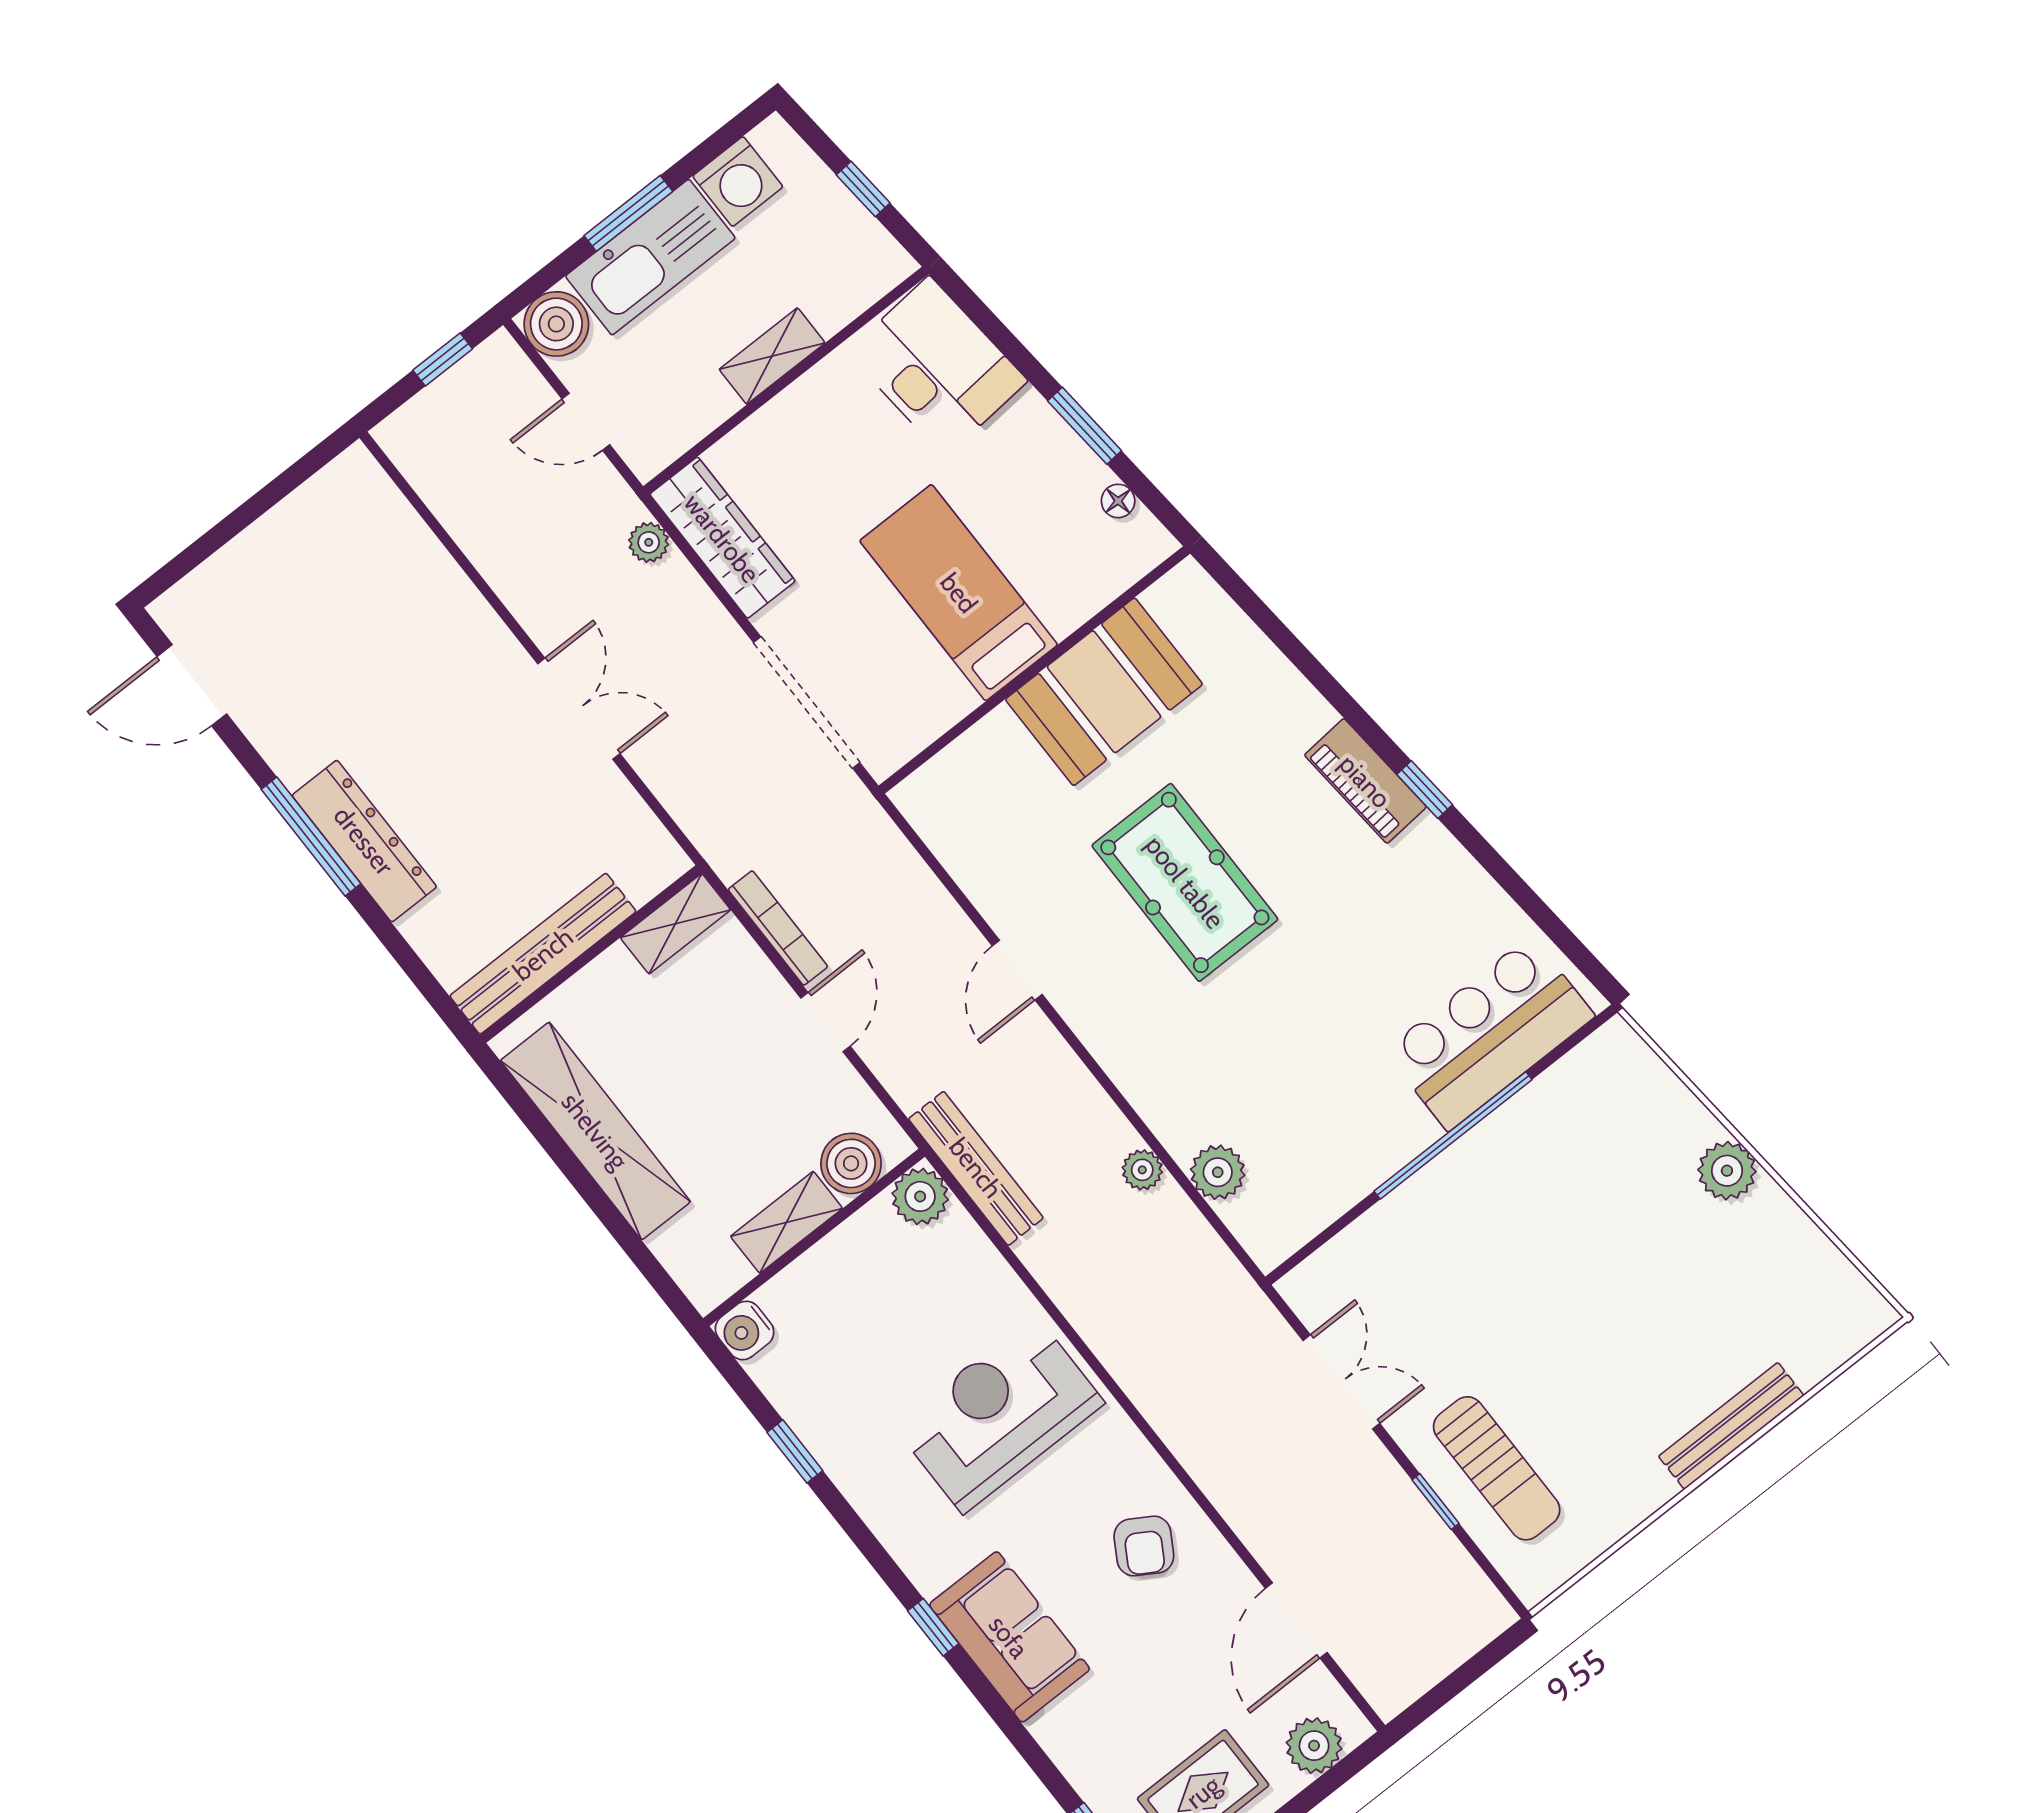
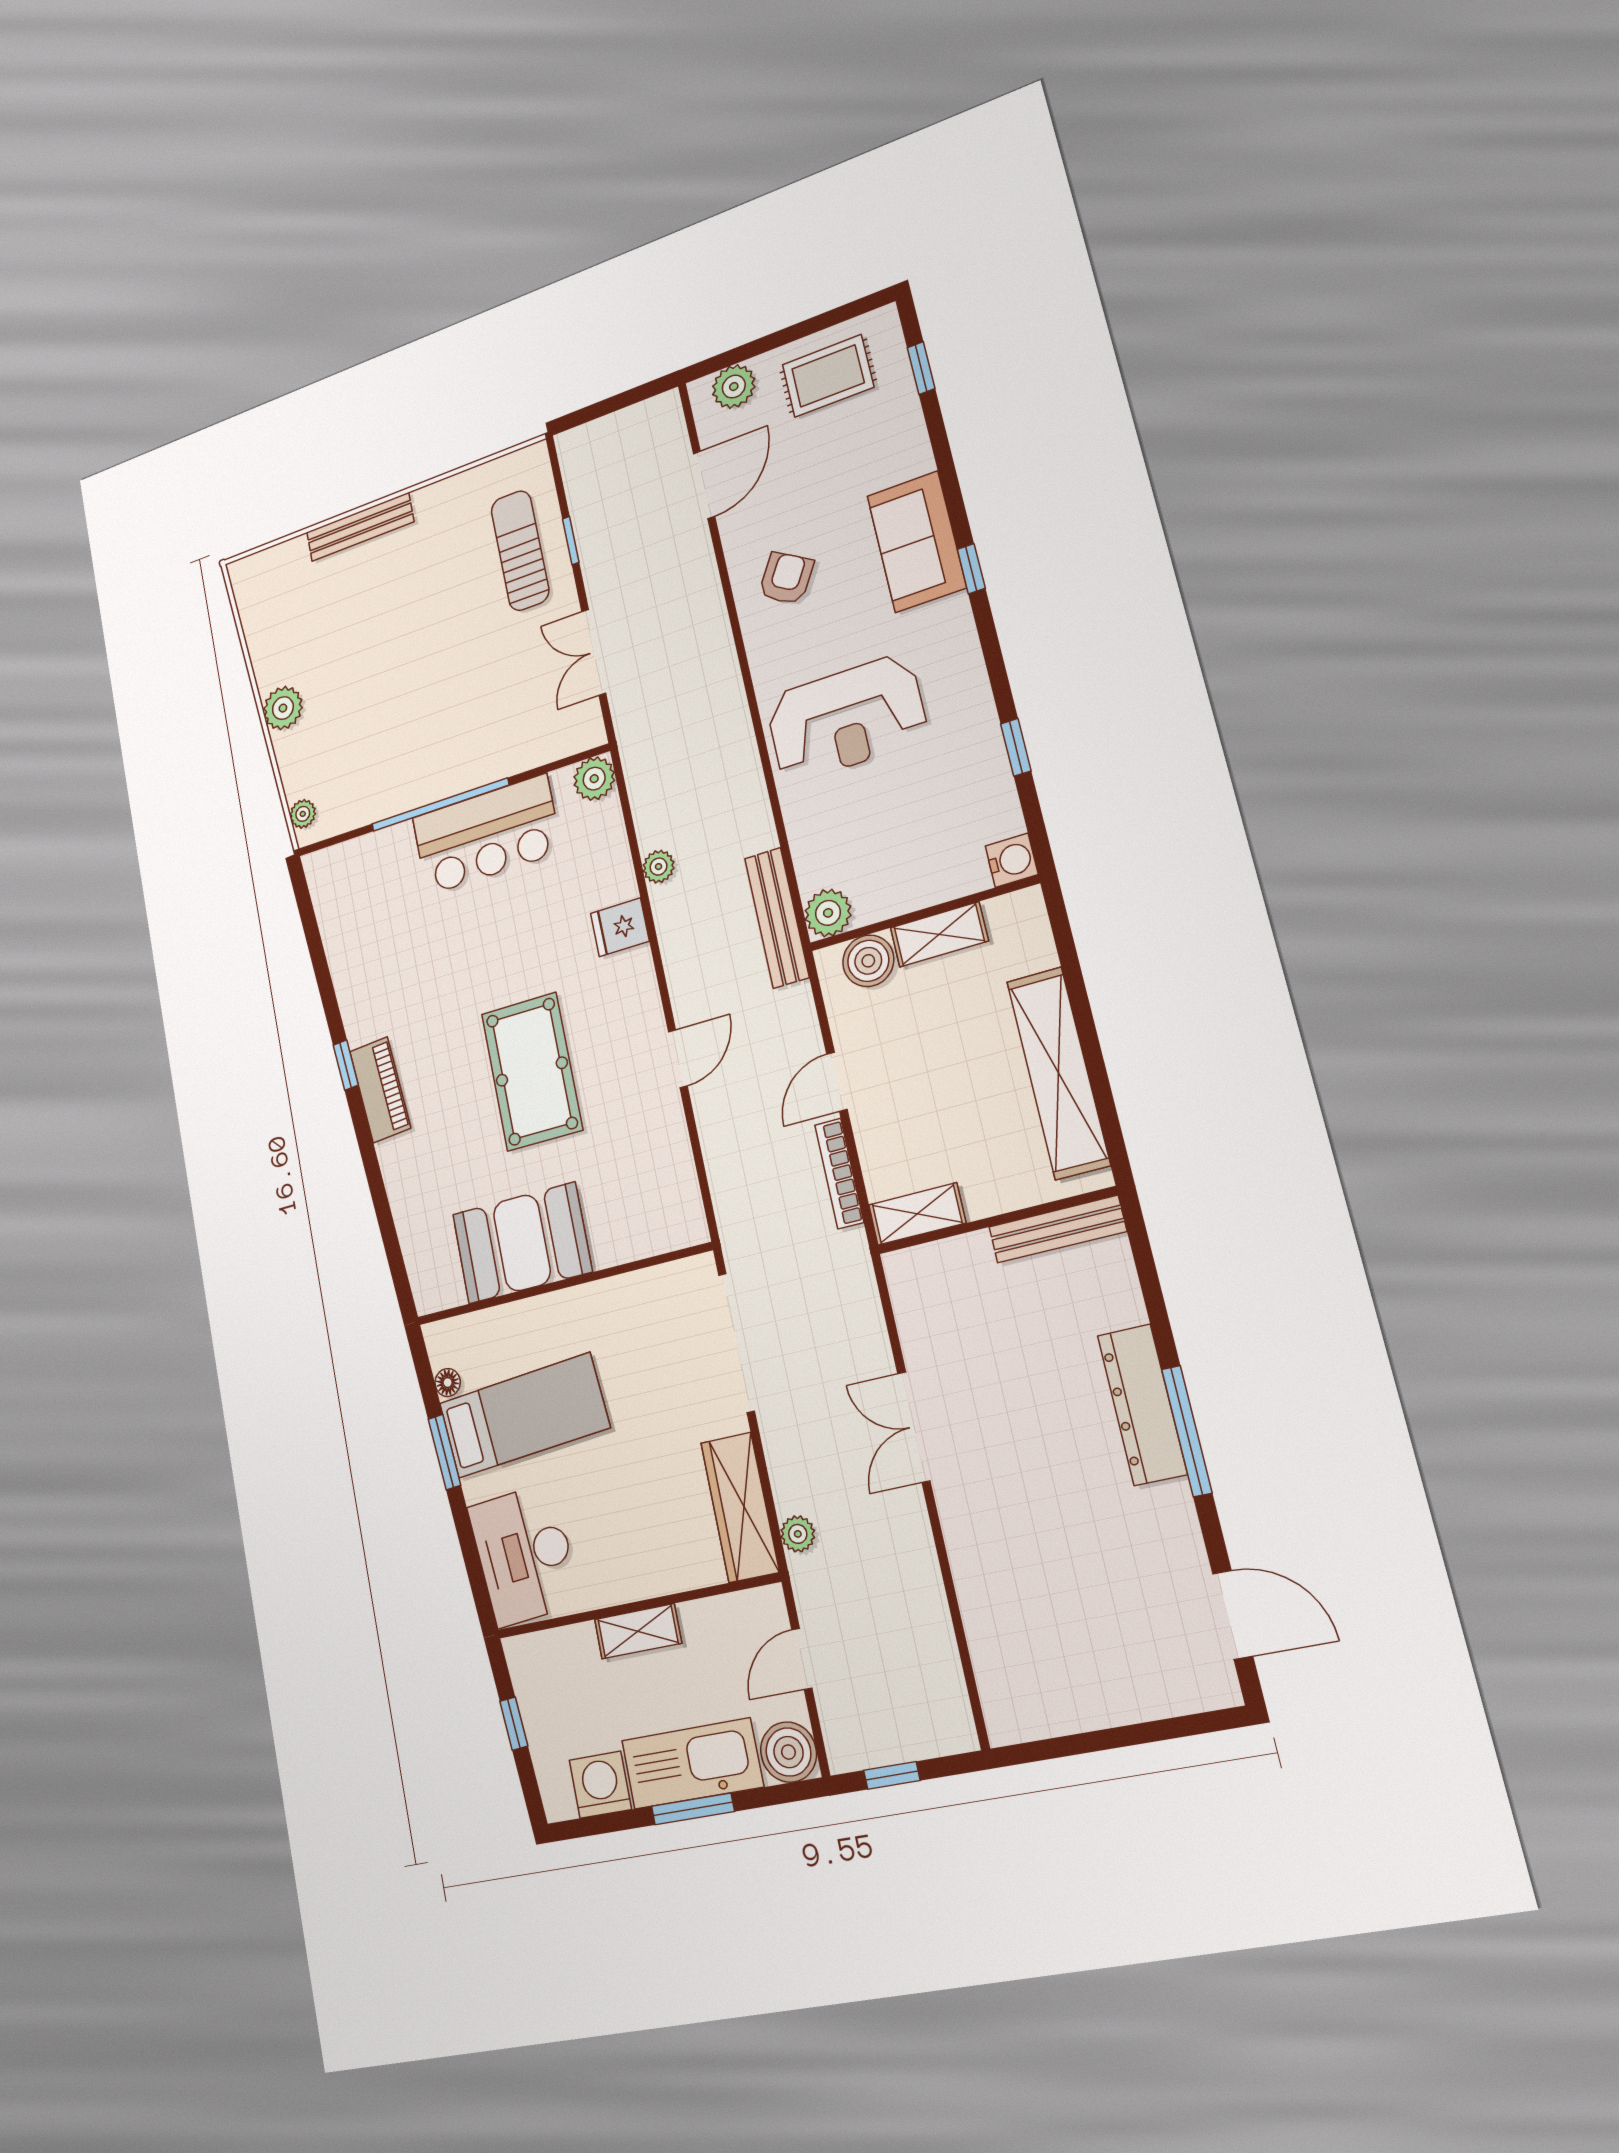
door: (586, 422) -> (802, 1659), swing flipped
bed: (959, 593) -> (524, 1415), moved, turned -95
bench: (543, 954) -> (1057, 1229), width x0.73, depth x0.82
bar counter: (1490, 1033) -> (486, 835), moved
plant: (1633, 1055) -> (303, 814), added
fridge: (1156, 1085) -> (620, 927), added
plant: (1218, 1172) -> (594, 779), moved

